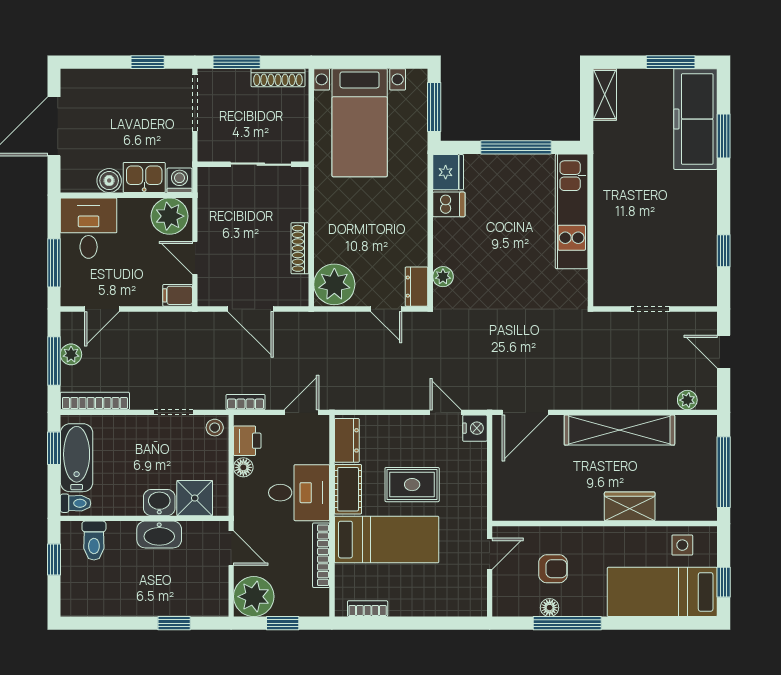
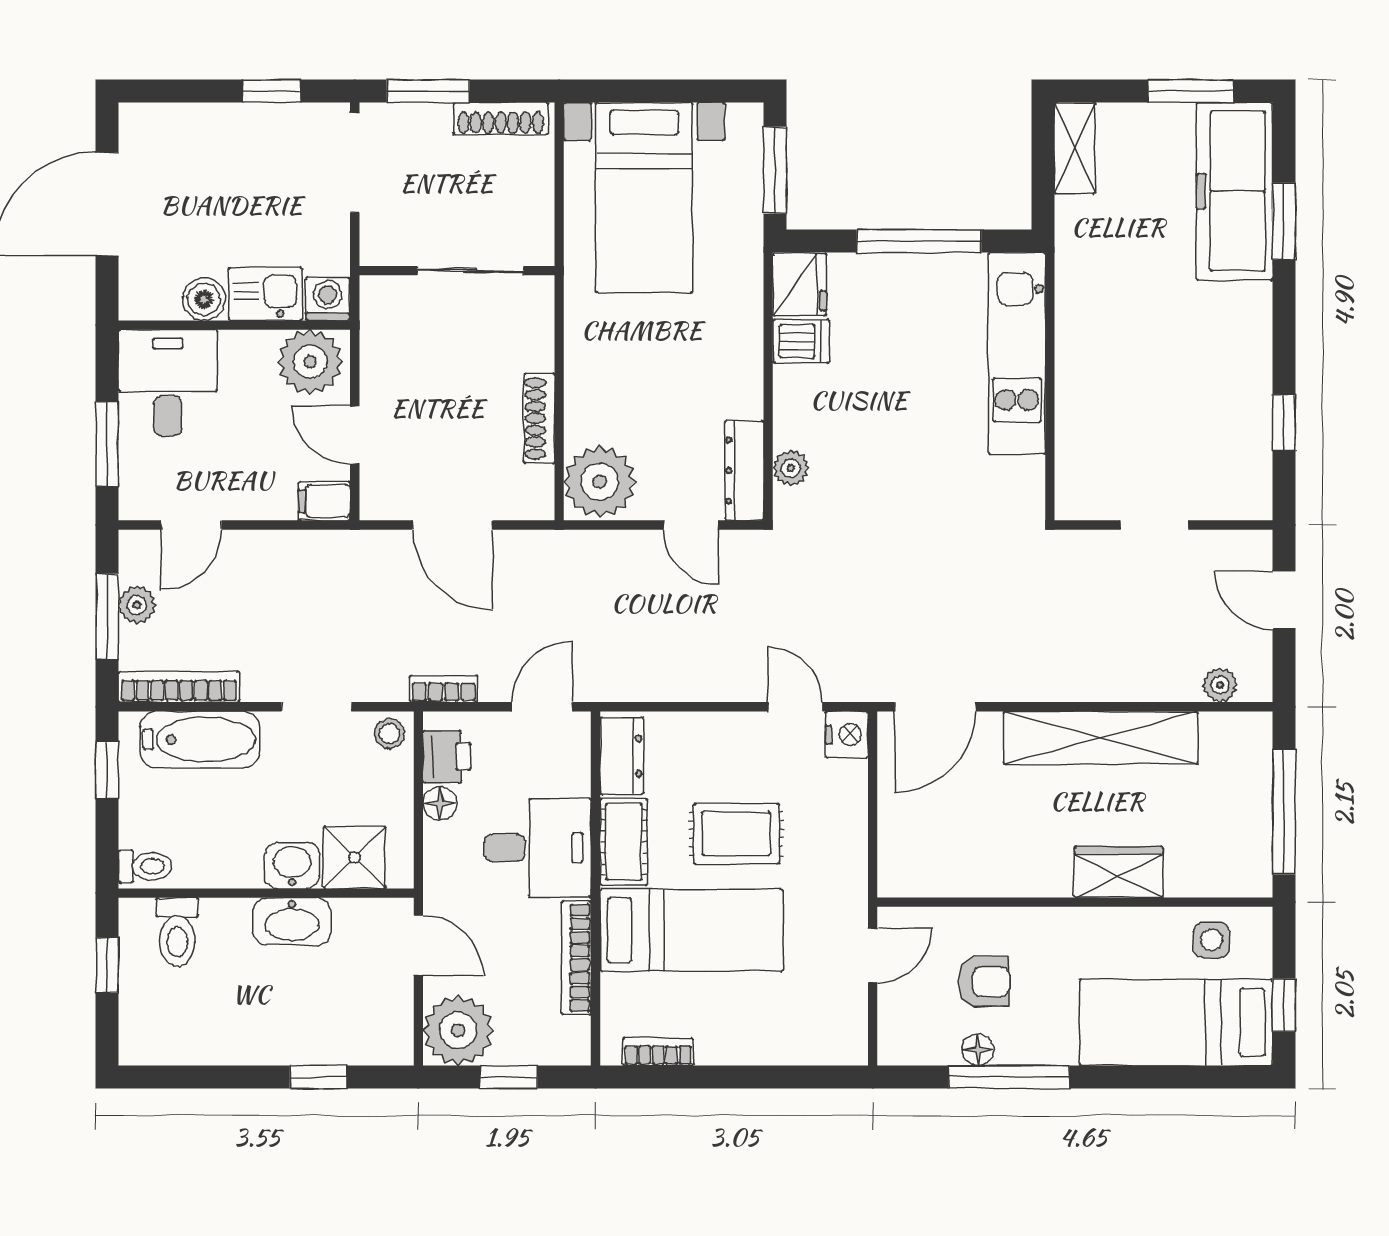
dresser: (416, 287) -> (744, 471), width x1.44
bathtub: (77, 458) -> (200, 740), moved, turned 90

